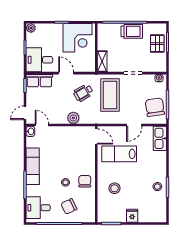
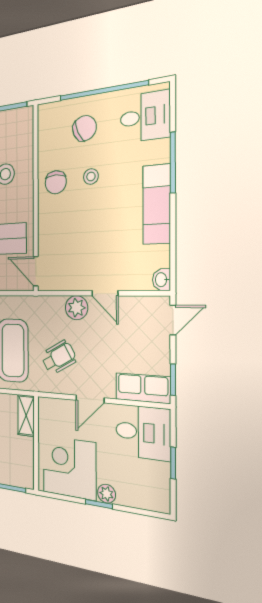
plant: (31, 28) -> (107, 494), moved
door: (66, 73) -> (90, 399), hinge flipped
door: (42, 125) -> (105, 293), moved

